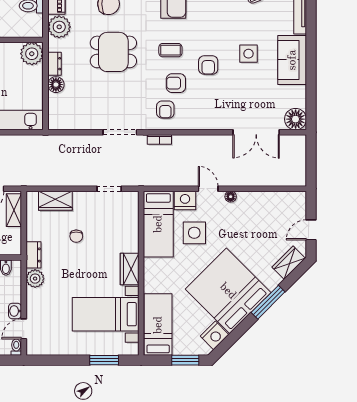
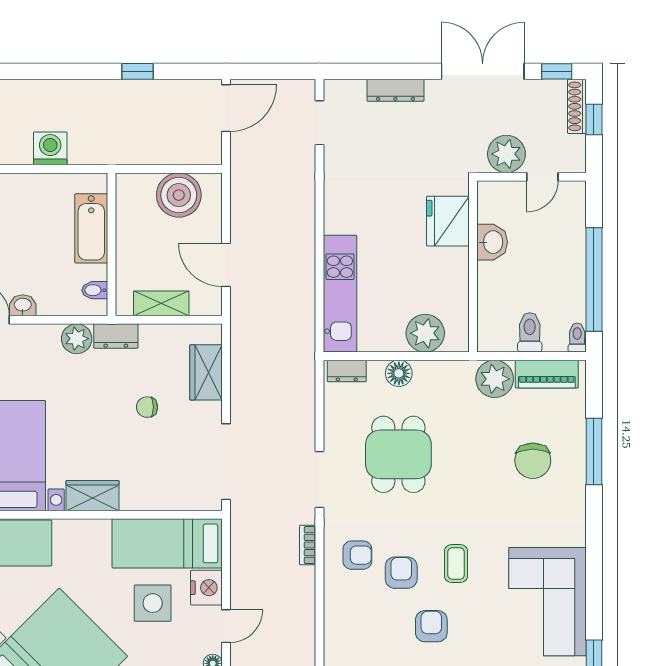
dining table: (113, 52) -> (398, 454), moved
plant: (32, 54) -> (425, 333), moved
dresser: (54, 64) -> (347, 371), moved
armchair: (208, 65) -> (431, 626), turned 90
armchair: (165, 110) -> (357, 555), turned 180
doorway: (109, 189) -> (226, 462), width x1.88
shelving: (14, 210) -> (161, 303), moved

